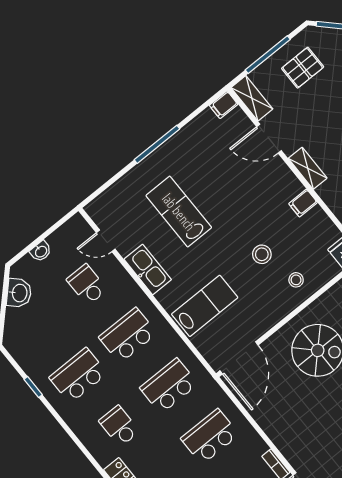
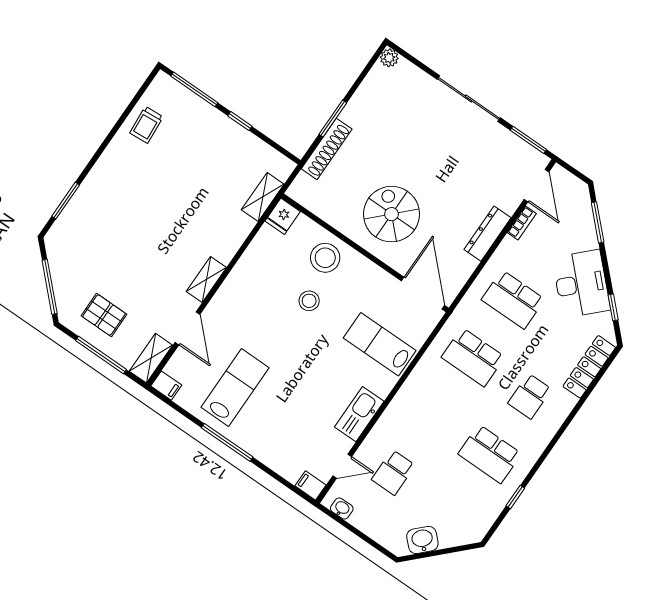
filing cabinet: (303, 203) -> (311, 485), moved, turned 180
lab bench: (179, 212) -> (235, 387), moved, turned 180
door: (106, 241) -> (342, 466), hinge flipped
washbasin: (41, 251) -> (342, 508), moved
stool: (296, 280) -> (325, 258), width x1.89, depth x1.89
school desk: (128, 335) -> (433, 415), removed
door: (239, 358) -> (423, 293), hinge flipped
dresser: (275, 431) -> (487, 234), added

